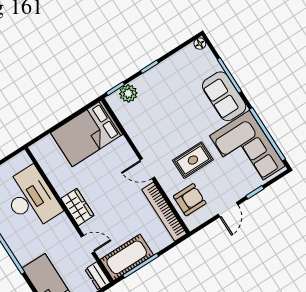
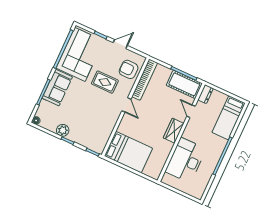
plant: (128, 93) -> (63, 130), moved

